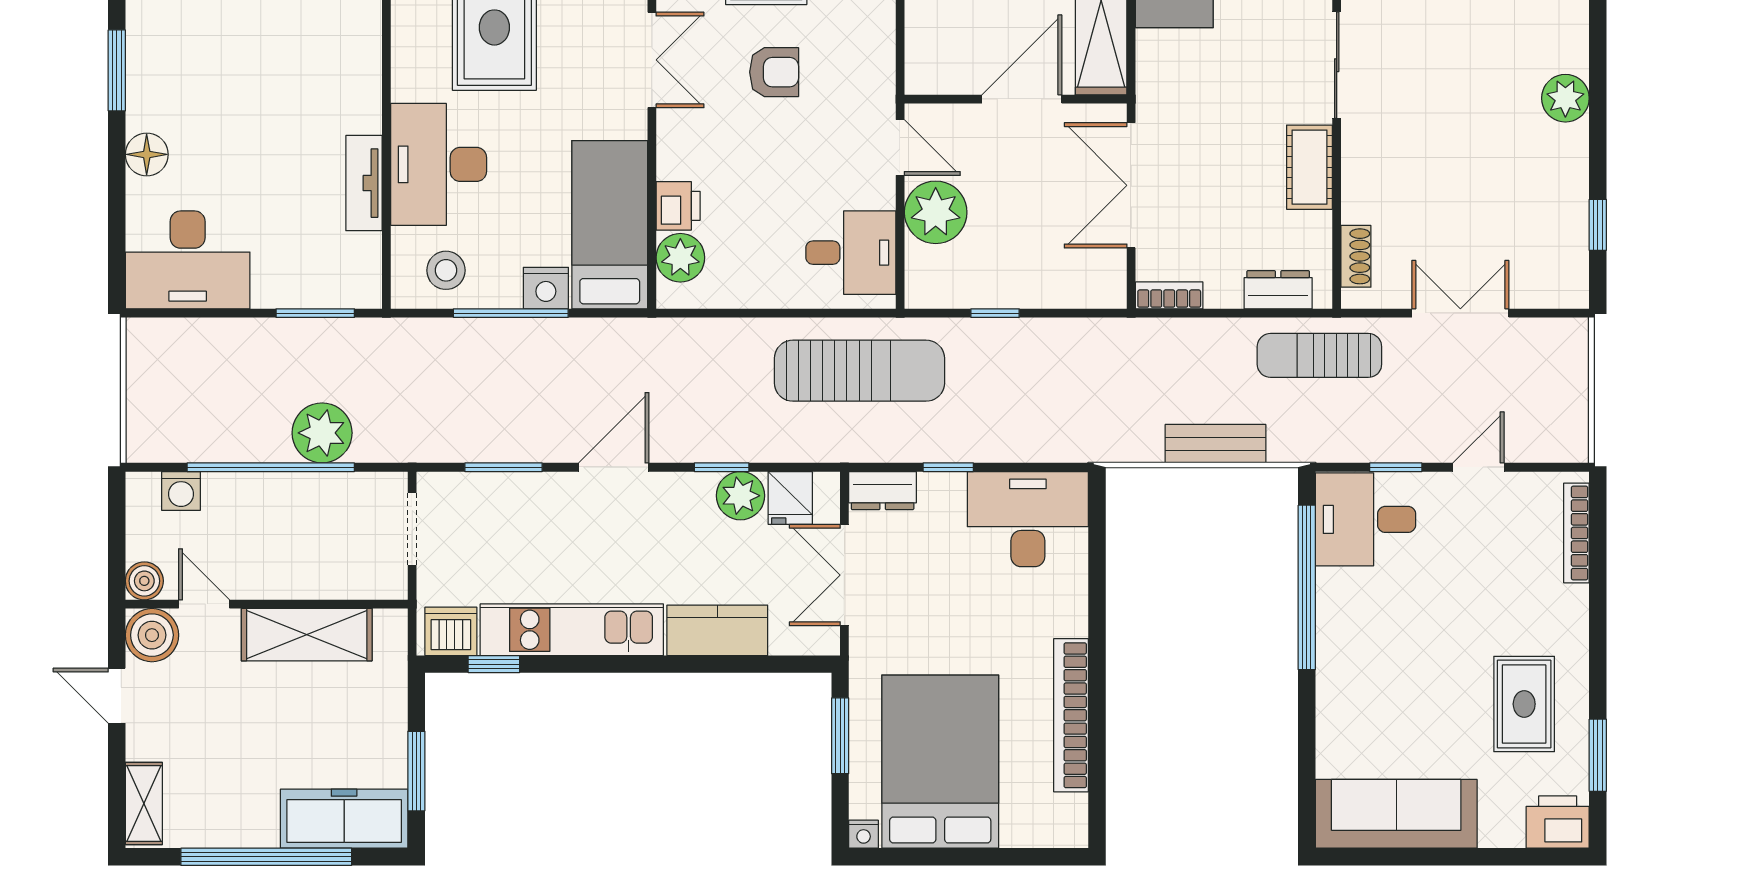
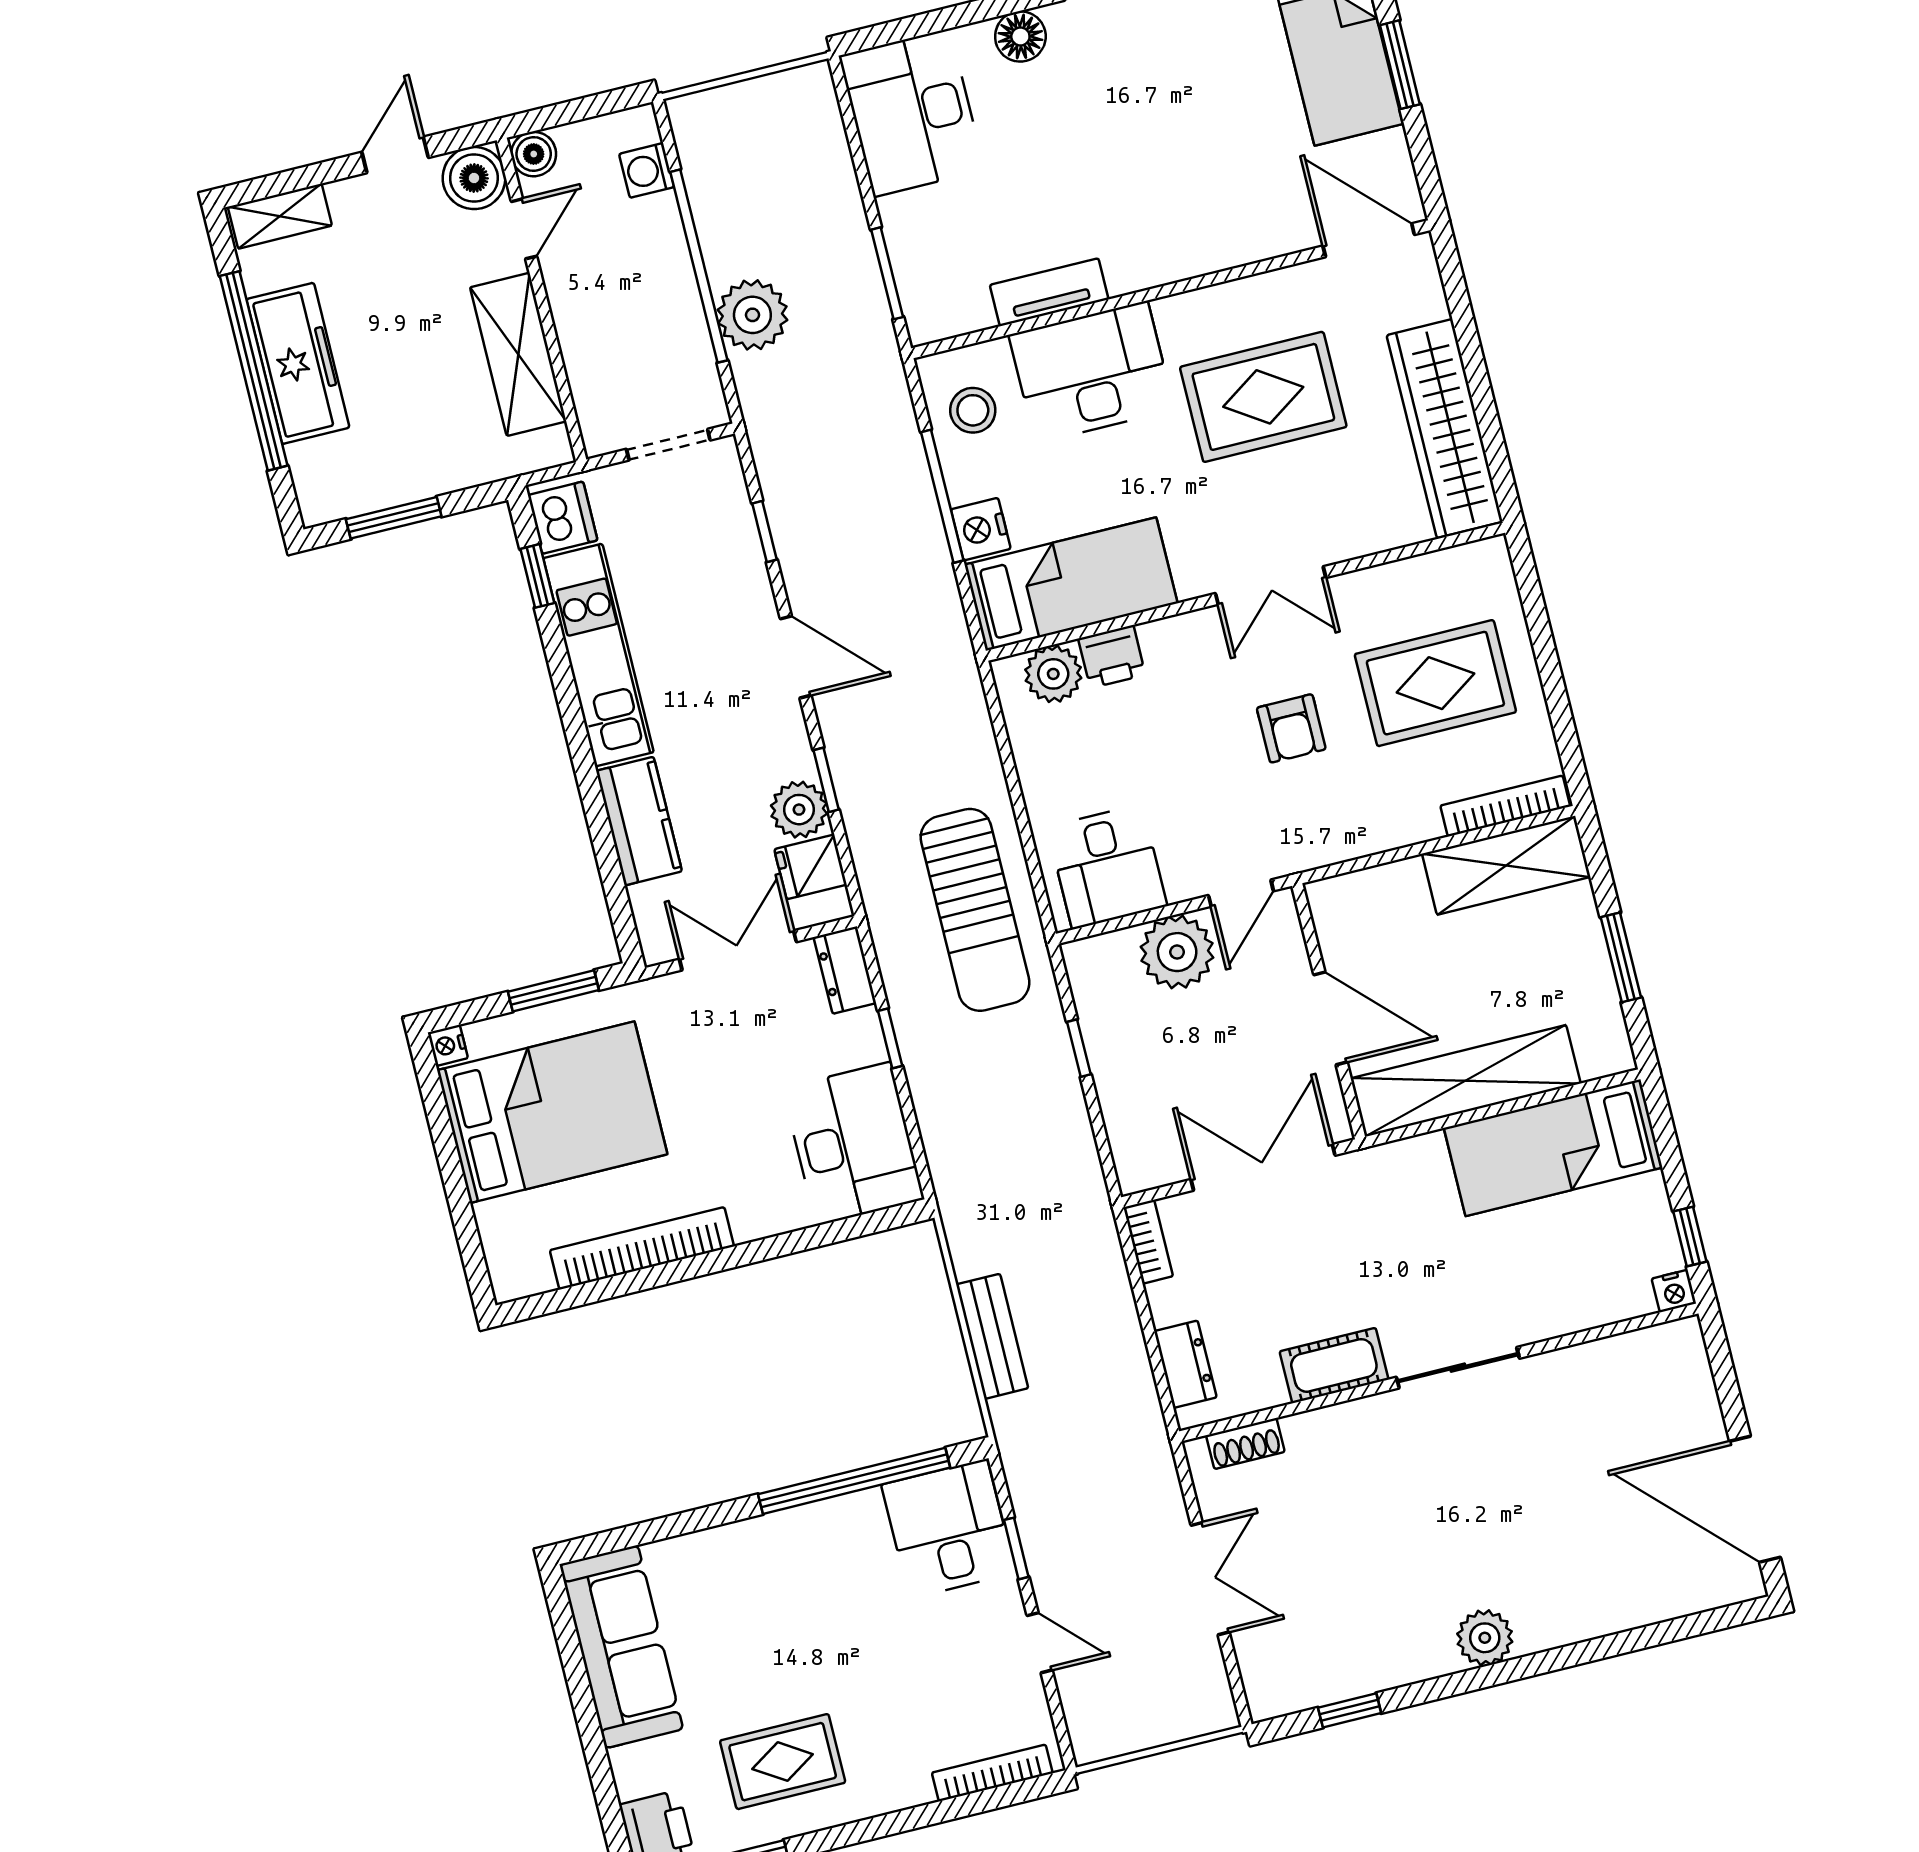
sun lounger: (1319, 355) -> (1122, 1430), removed
window: (504, 467) -> (765, 531), width x0.67
freezer: (344, 819) -> (298, 363), moved

